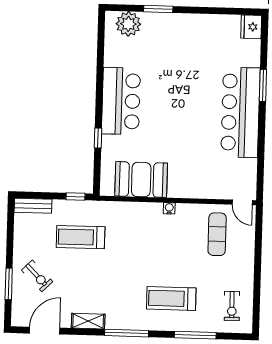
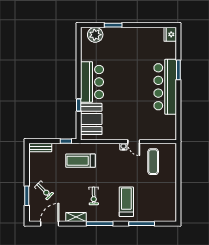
booth: (141, 180) -> (91, 119), moved, turned 90
door: (242, 202) -> (134, 142), moved
treadmill: (81, 237) -> (81, 161), moved
treadmill: (171, 298) -> (126, 202), turned 90
exercise bike: (232, 306) -> (94, 196), moved

